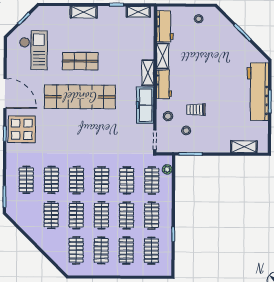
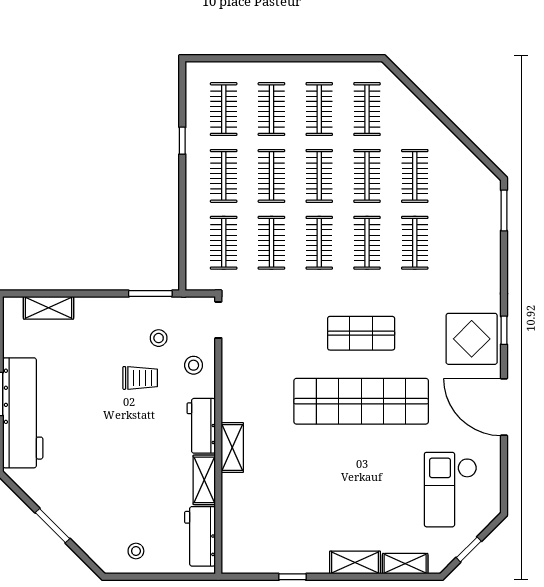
shelving: (138, 12) -> (405, 564), moved
shop shelf: (80, 61) -> (361, 333), moved
freezer: (145, 105) -> (237, 386), removed
plant: (167, 169) -> (194, 264), removed
clothes rail: (26, 180) -> (463, 243), removed

